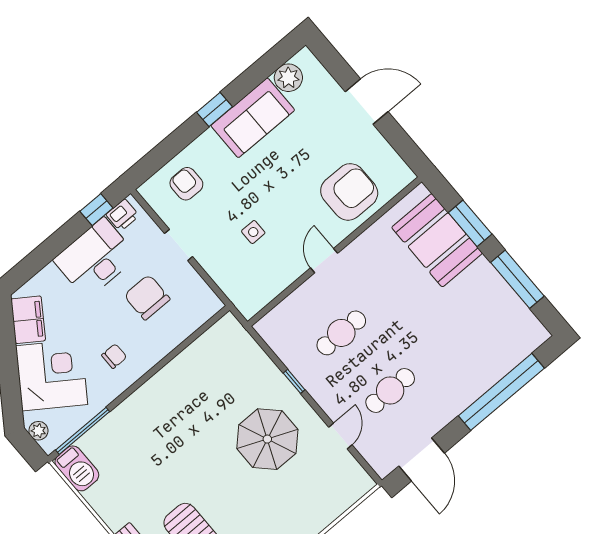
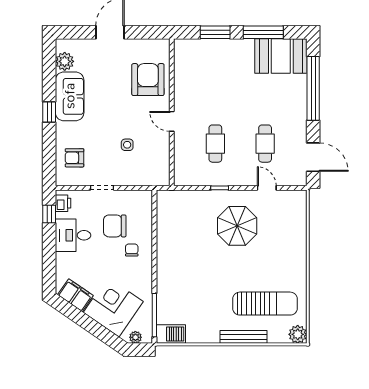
booth: (437, 240) -> (281, 56), moved
desk: (95, 258) -> (73, 235), width x0.73
chair: (114, 356) -> (132, 250), moved

